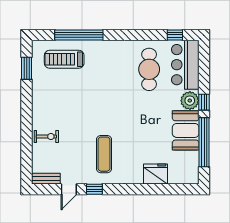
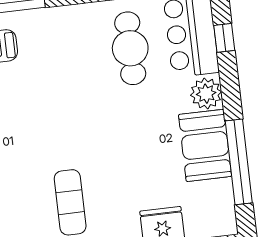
window: (204, 102) -> (224, 38), moved

